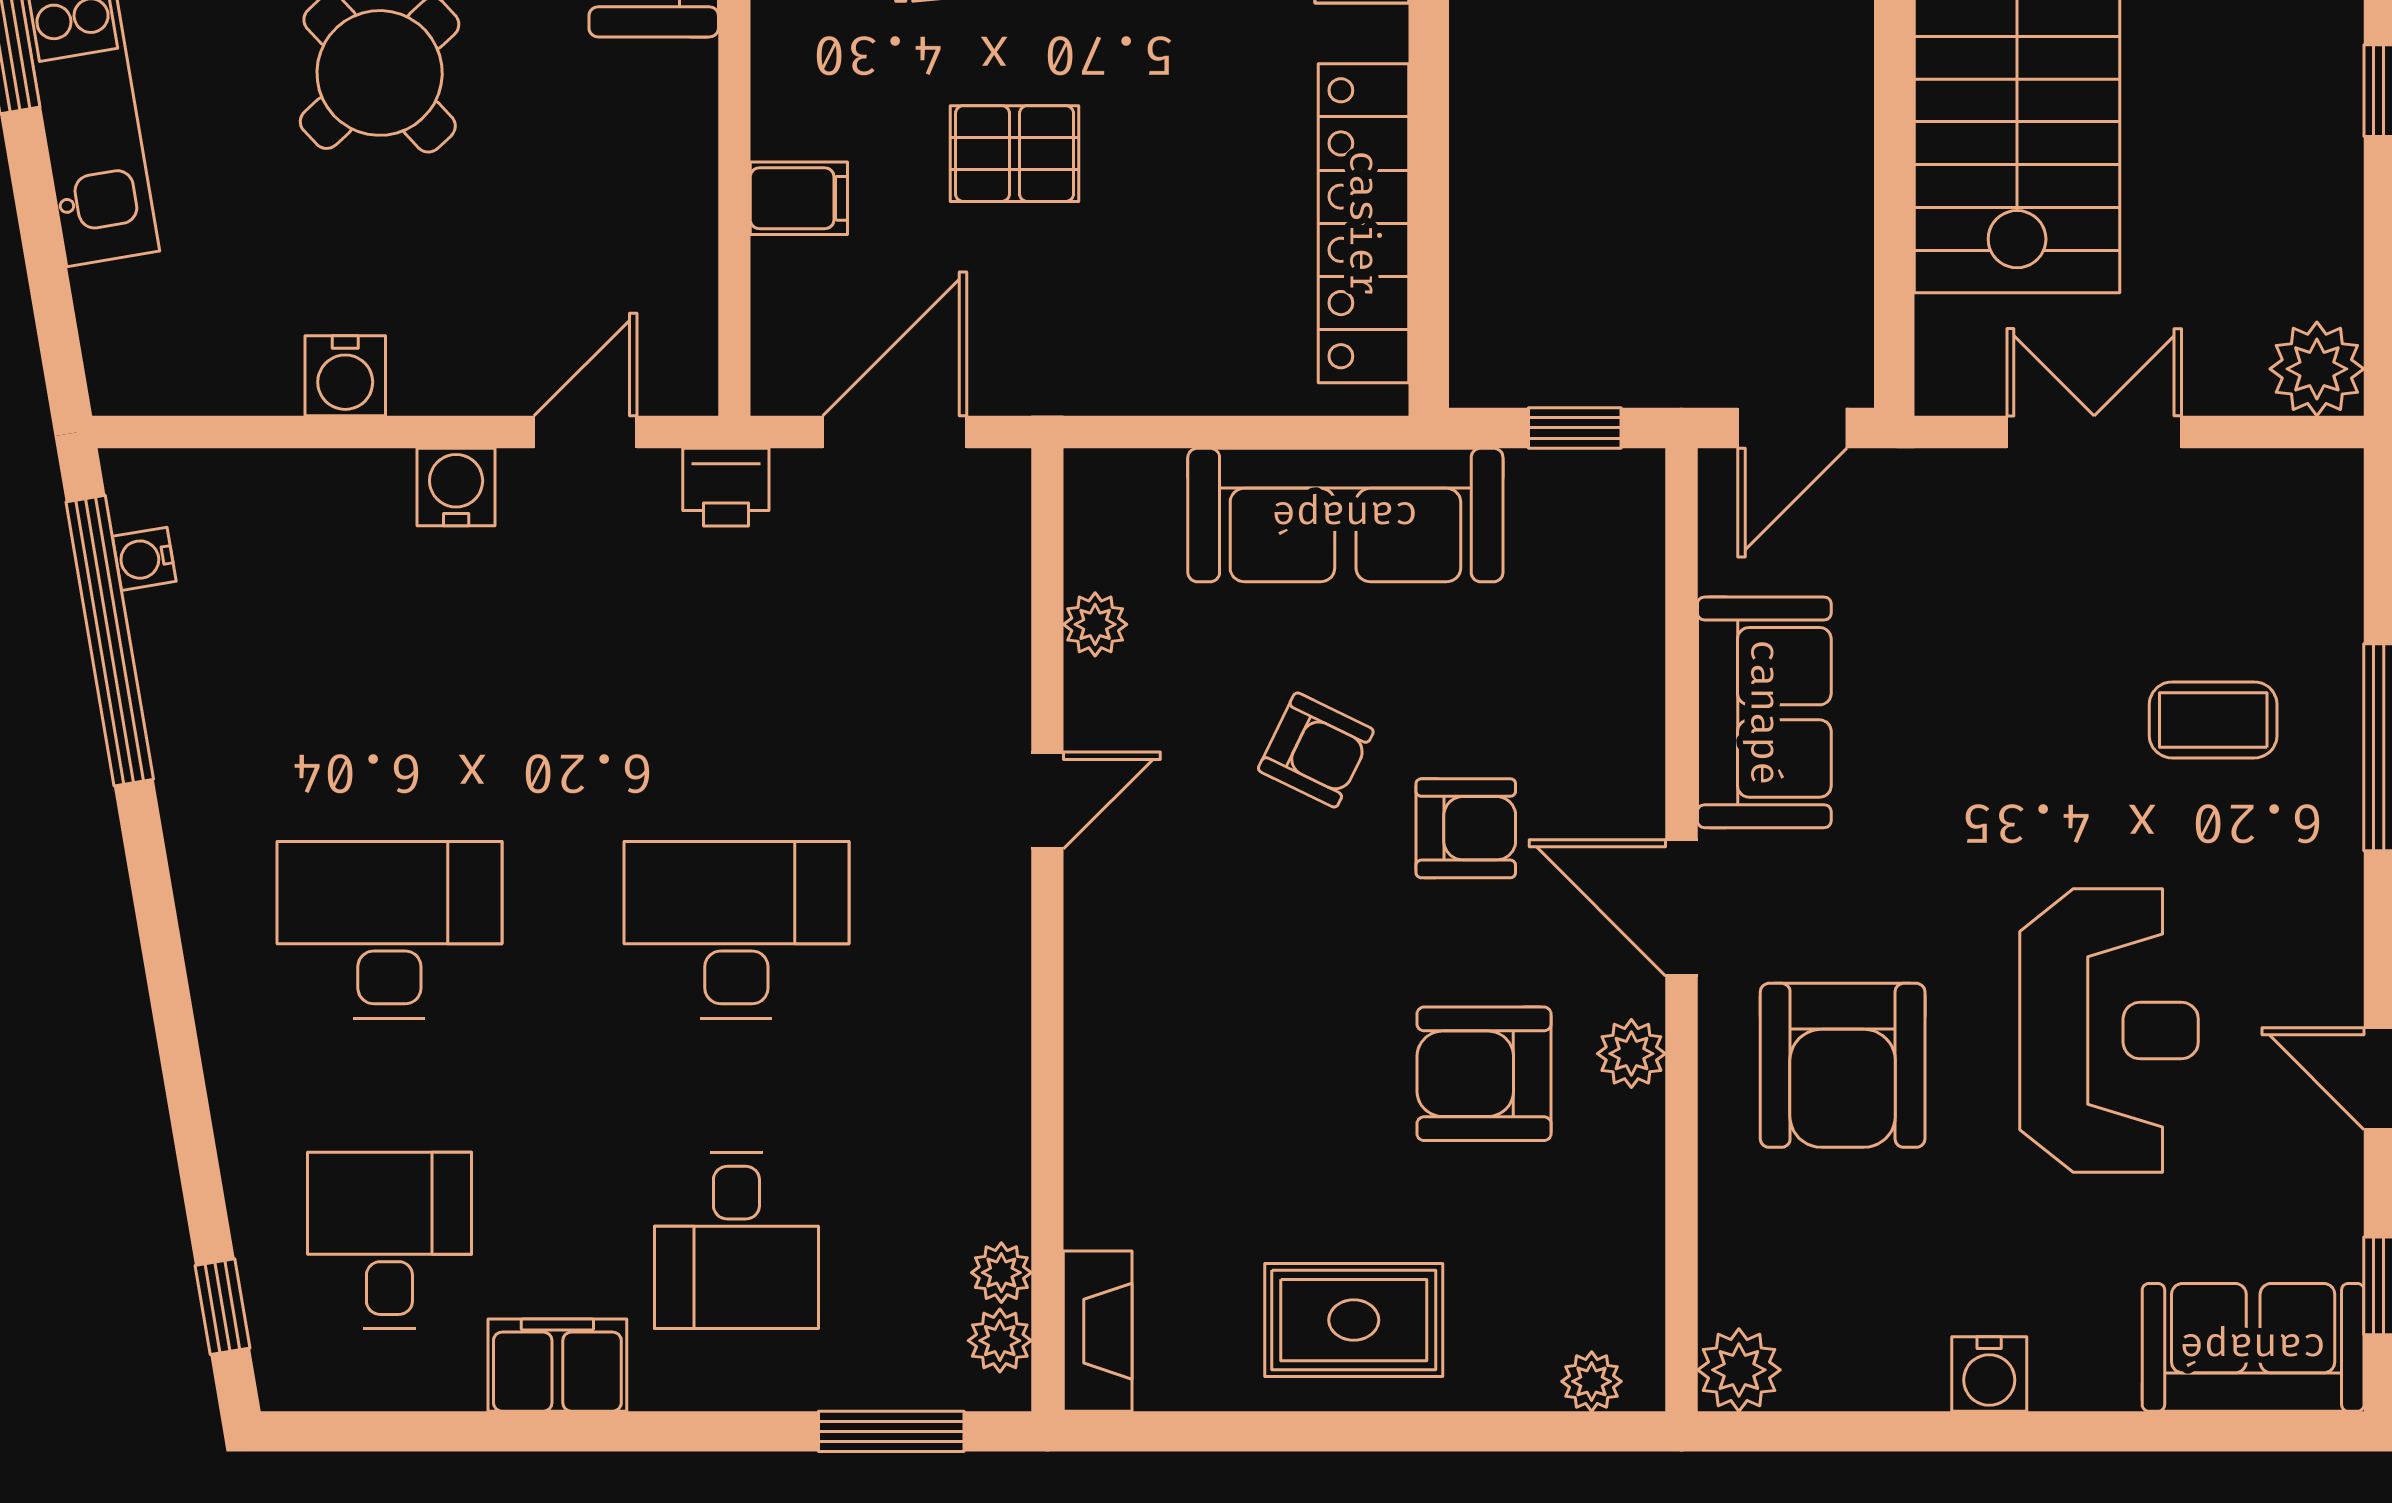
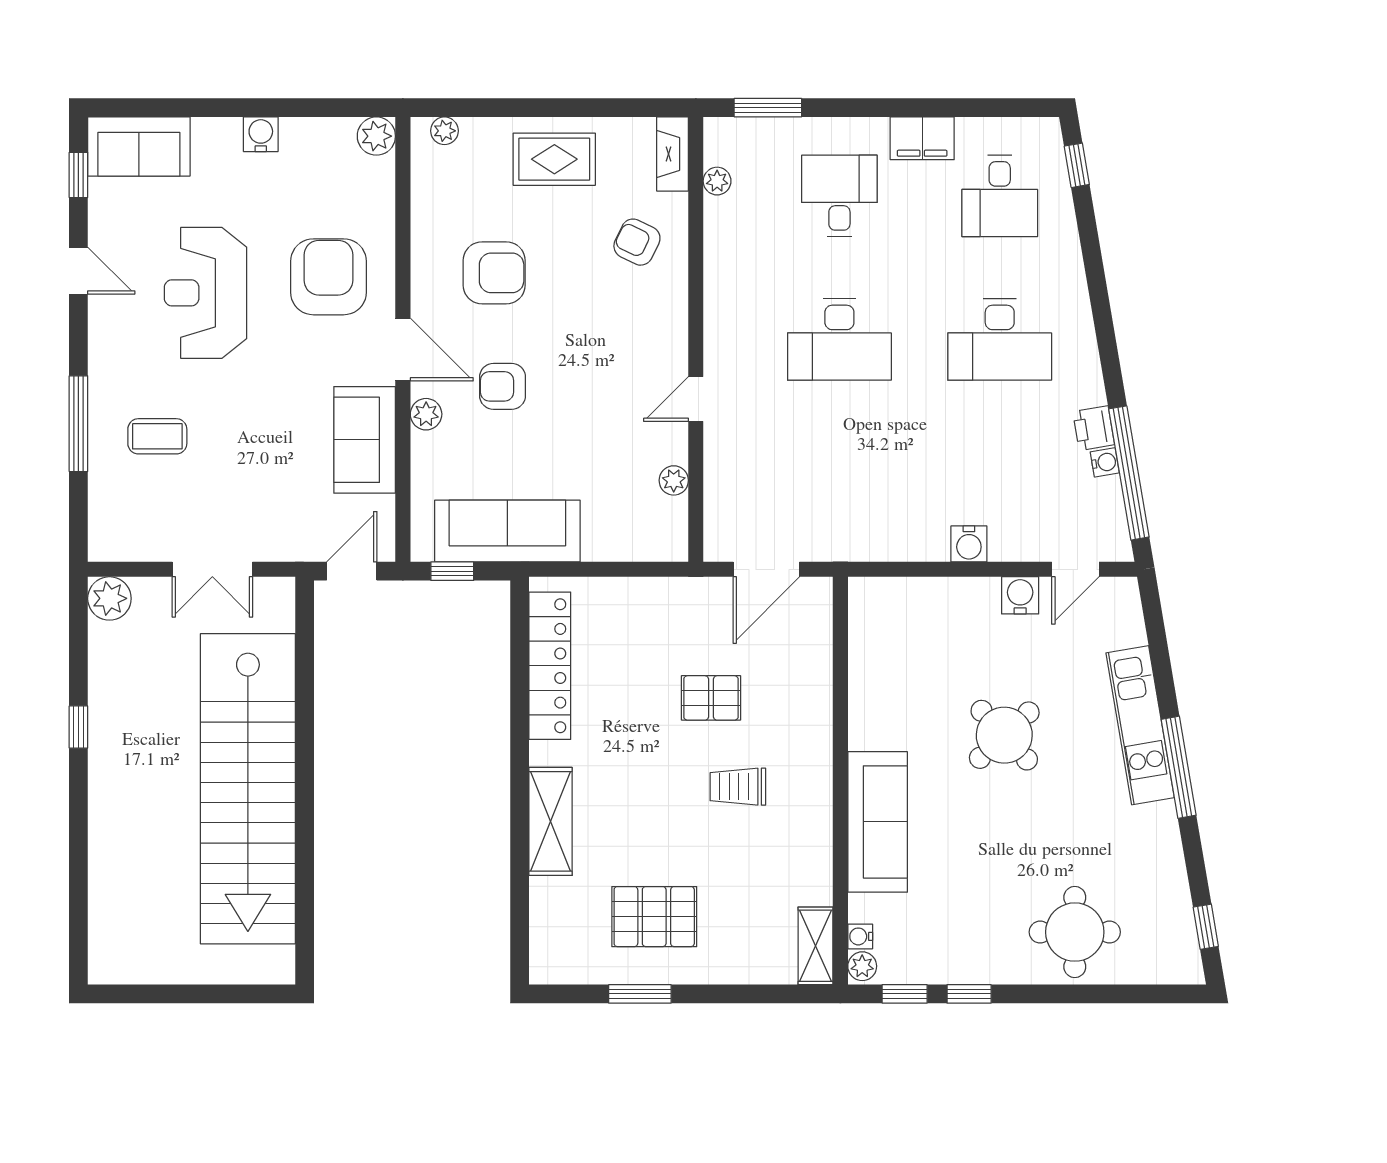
filing cabinet: (799, 198) -> (811, 677), removed
door: (585, 432) -> (1075, 569), moved
printer: (726, 487) -> (1094, 428), moved, turned -100
sofa: (1345, 515) -> (507, 531), moved
water cooler: (144, 559) -> (1105, 462), moved
armchair: (1316, 750) -> (637, 242), moved
plant: (1631, 1054) -> (426, 414), moved
plant: (1000, 1341) -> (718, 150), removed

